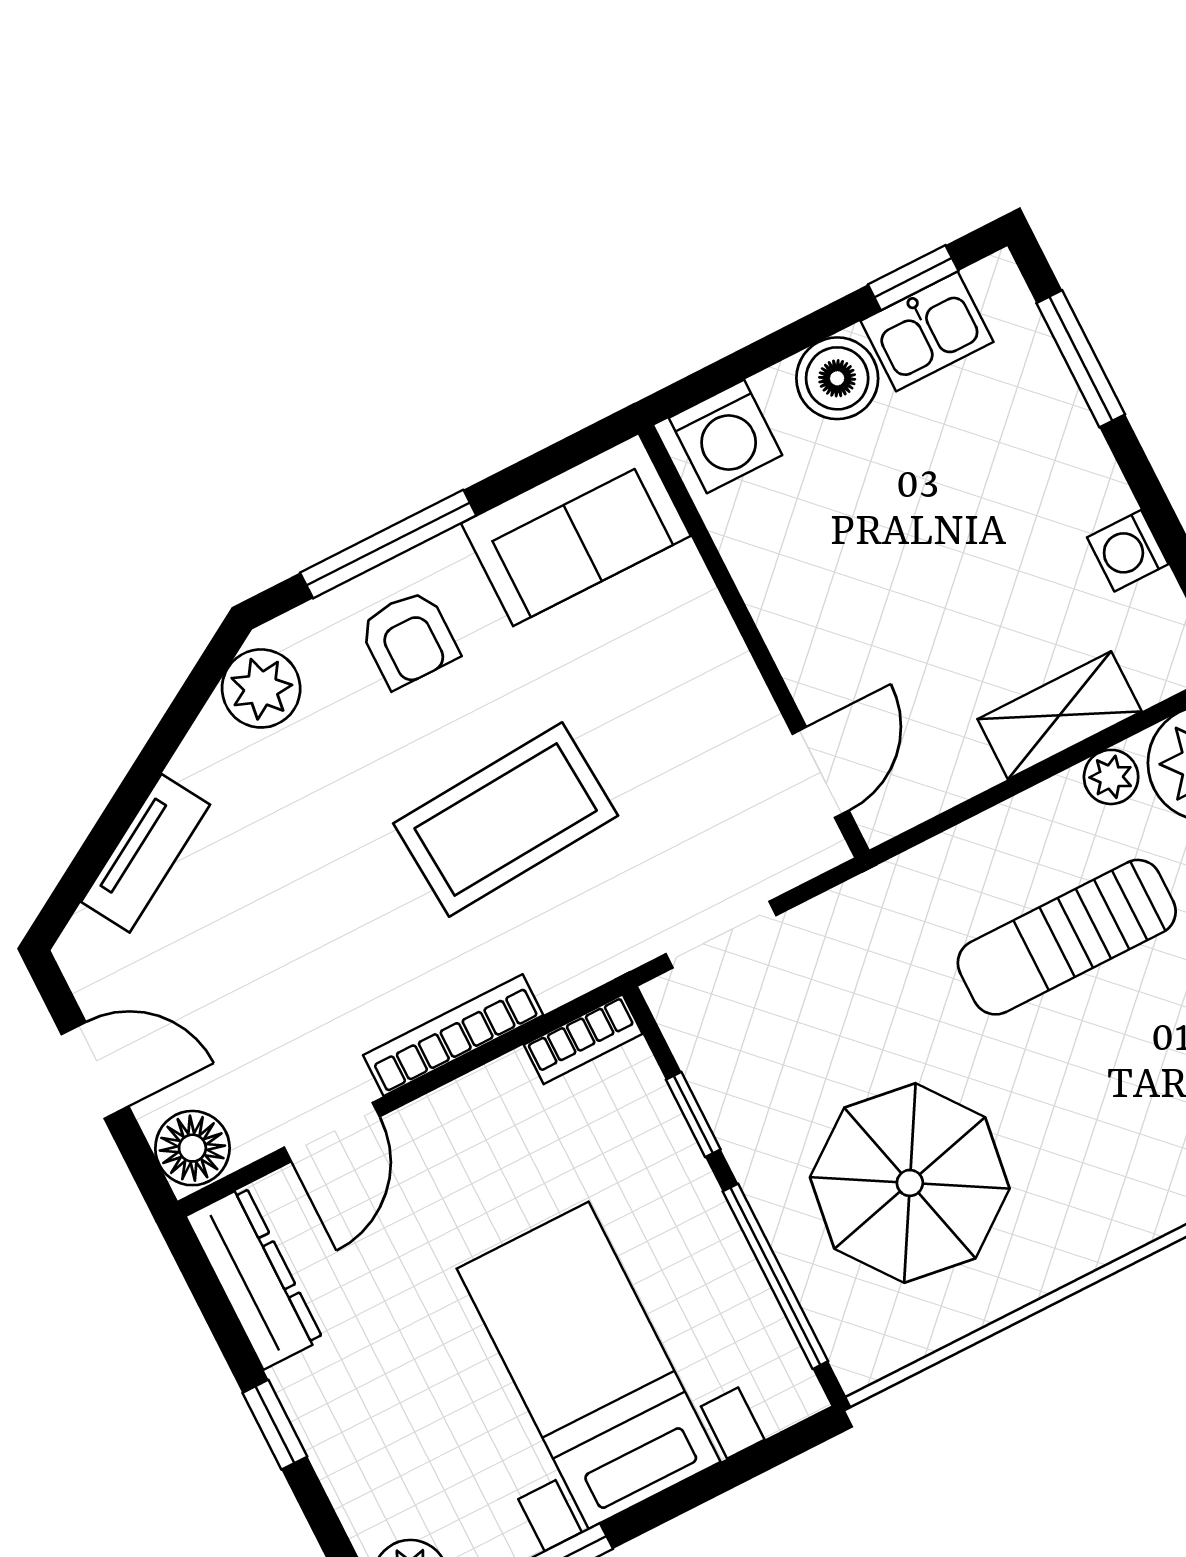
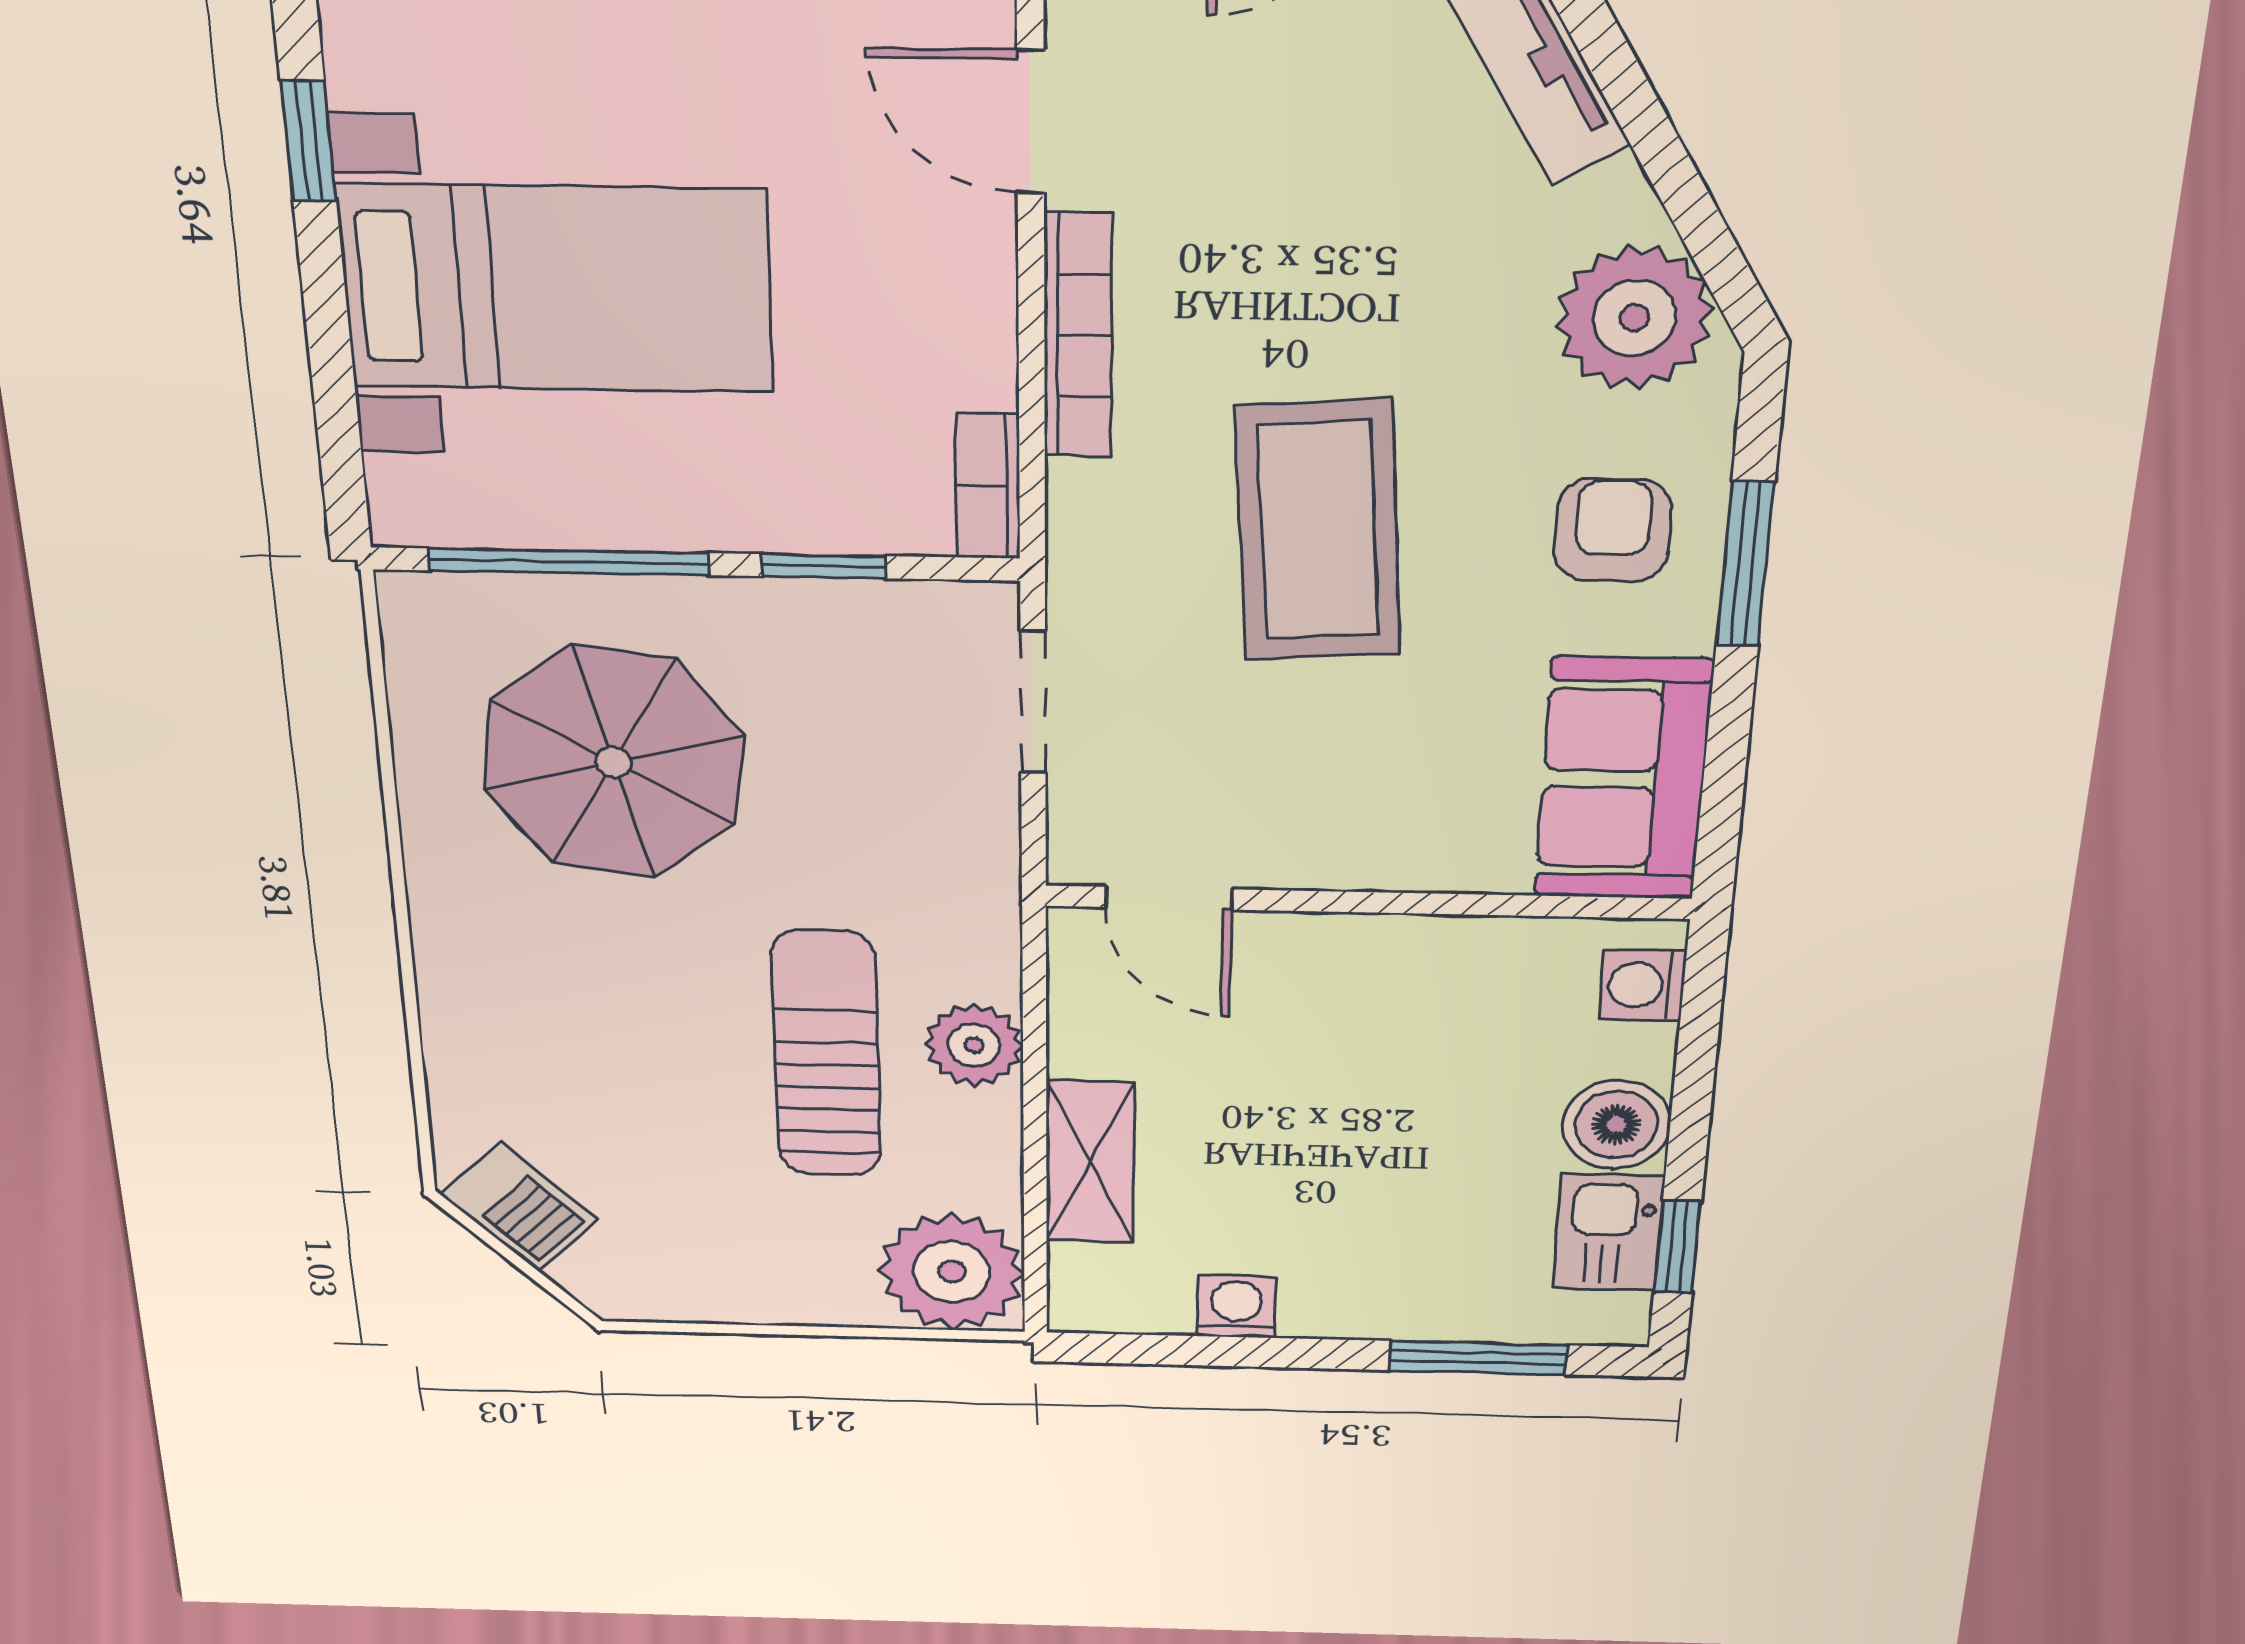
washing machine: (726, 436) -> (1642, 985), width x0.73, depth x0.73
window: (388, 544) -> (1745, 564), width x0.69
armchair: (409, 639) -> (1613, 530), turned 90
plant: (261, 688) -> (1634, 318), width x1.36, depth x1.36
plant: (1111, 777) -> (974, 1045), moved, width x1.38, depth x1.38

